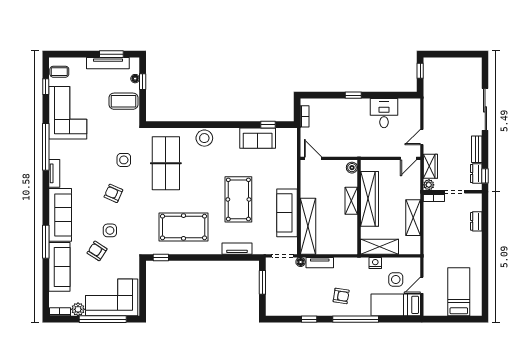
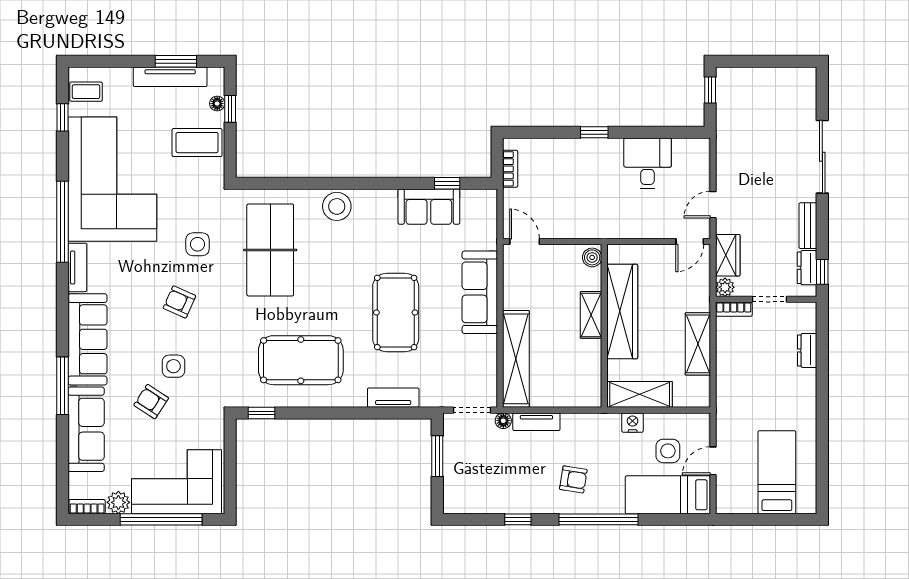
corner sofa: (68, 113) -> (112, 179), width x1.36, depth x1.36
sofa: (287, 213) -> (480, 292), moved

